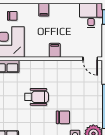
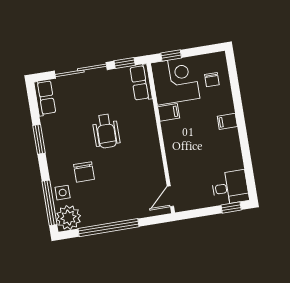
filing cabinet: (55, 50) -> (169, 112), moved

